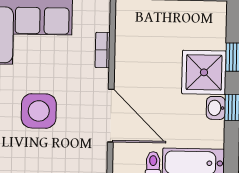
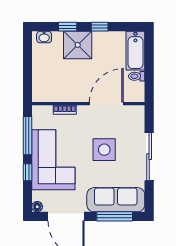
washbasin: (216, 108) -> (44, 37), moved

